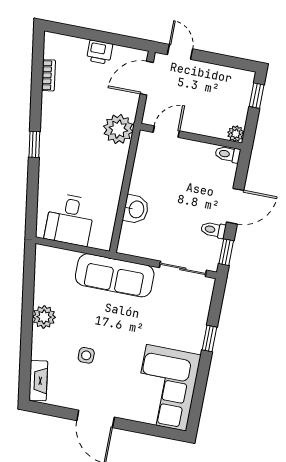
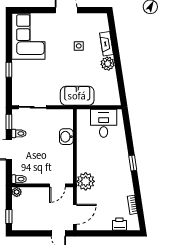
printer: (100, 52) -> (119, 224), moved
sofa: (115, 275) -> (77, 96), width x0.73
fireplace: (38, 381) -> (107, 44), moved

